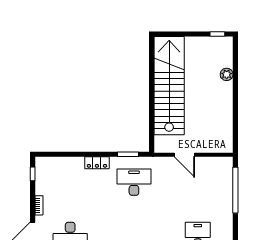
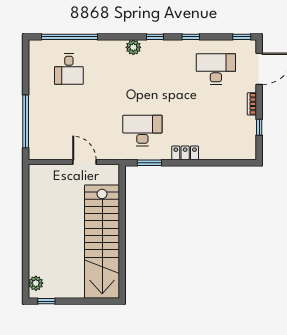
plant: (227, 74) -> (36, 283), moved
window: (33, 174) -> (259, 127), moved
desk: (134, 182) -> (142, 131), turned 180

